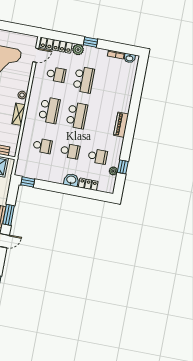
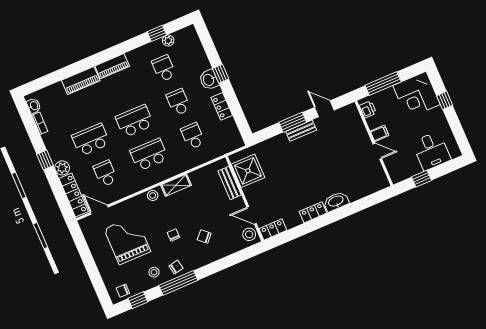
piano: (125, 99) -> (81, 80), added
window: (28, 182) -> (221, 74), moved
locker: (88, 184) -> (222, 106), moved

